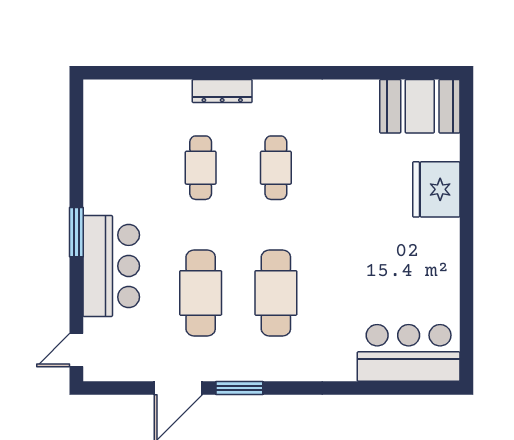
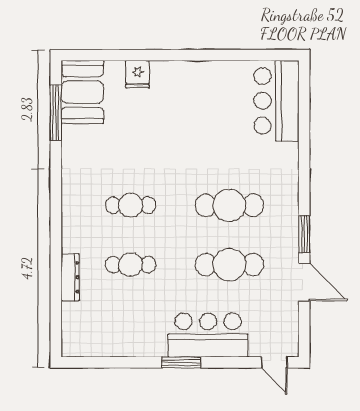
window: (394, 73) -> (56, 113), added
dresser: (222, 91) -> (70, 277), moved
fridge: (436, 189) -> (137, 74), width x0.53, depth x0.75

